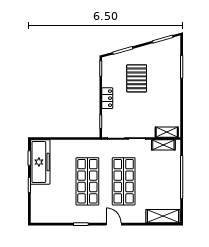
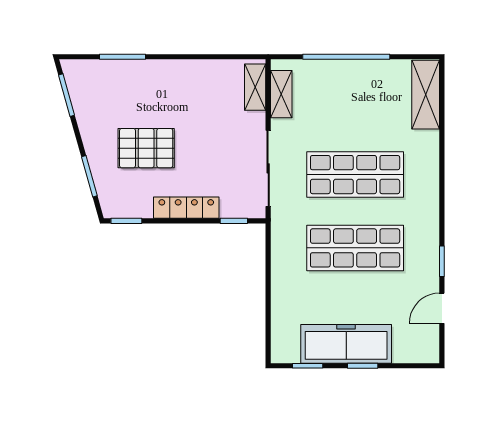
locker: (107, 98) -> (186, 208), width x1.53
freezer: (40, 162) -> (346, 344), moved
door: (114, 224) -> (442, 308), moved

